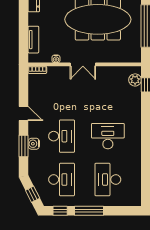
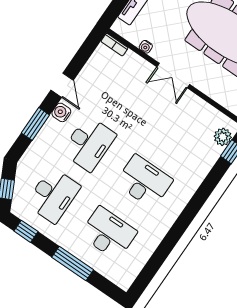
water cooler: (34, 144) -> (61, 112), moved
desk: (108, 180) -> (108, 233), turned 90
window: (89, 211) -> (73, 263), moved

